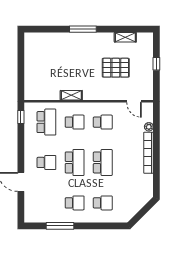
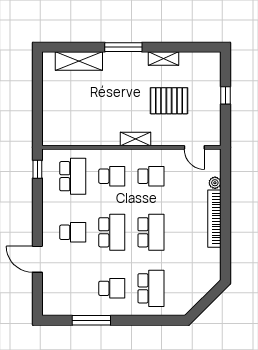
shelving: (125, 37) -> (163, 58), moved
shelving: (51, 39) -> (79, 61), added
shelving: (71, 95) -> (135, 139), moved
school desk: (103, 203) -> (151, 288), width x1.85

